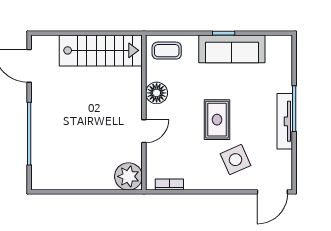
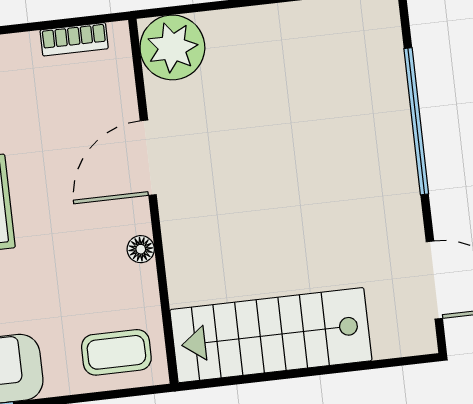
floor lamp: (157, 93) -> (141, 249), width x0.53, depth x0.53
door: (144, 131) -> (148, 158), width x1.38

